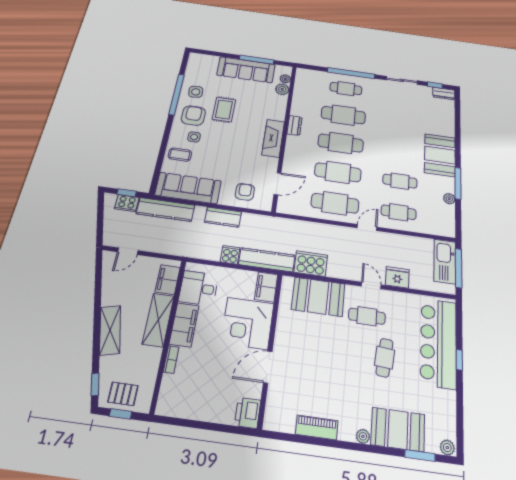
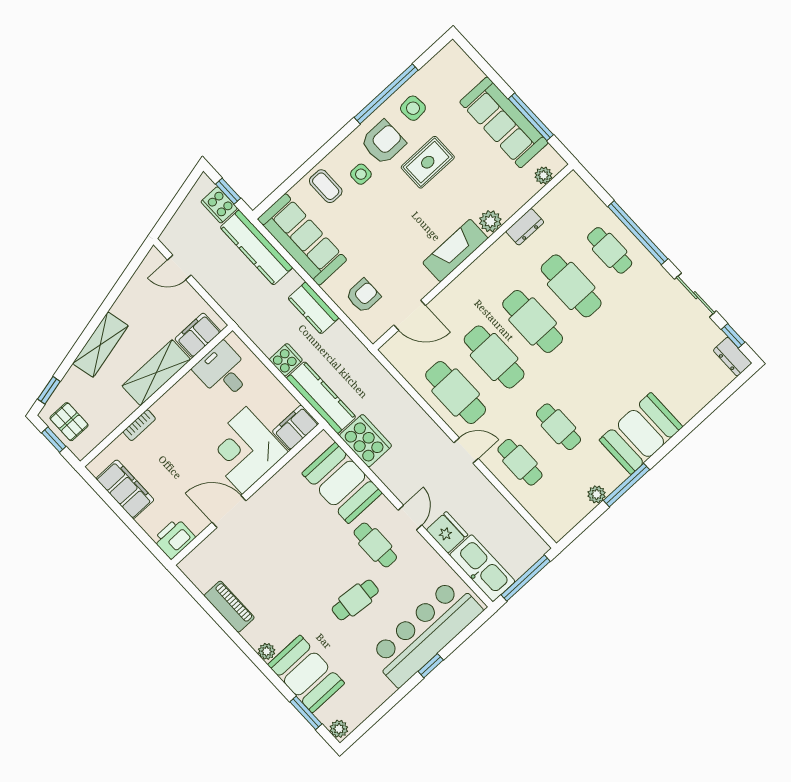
plant: (282, 89) -> (490, 221), moved
dresser: (294, 125) -> (525, 227), moved
kitchen sink: (445, 261) -> (482, 568), moved, turned 90
filing cabinet: (184, 325) -> (125, 489), moved, turned -90

